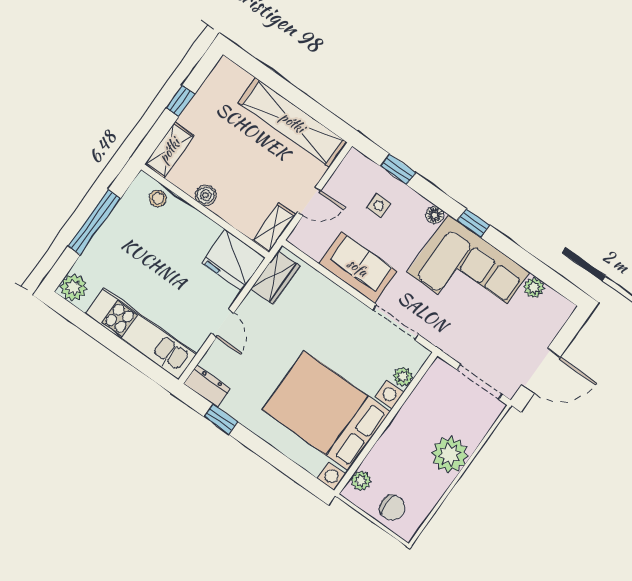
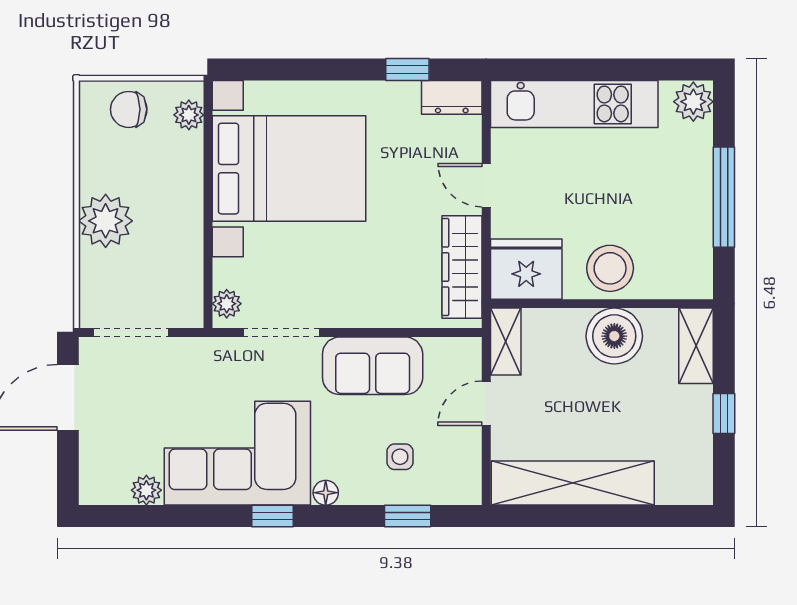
boiler: (206, 195) -> (614, 336), width x1.86, depth x1.86
stool: (158, 198) -> (610, 268), moved, width x1.89, depth x1.89
wardrobe: (275, 277) -> (462, 267), width x1.50
plant: (403, 377) -> (227, 304), moved

